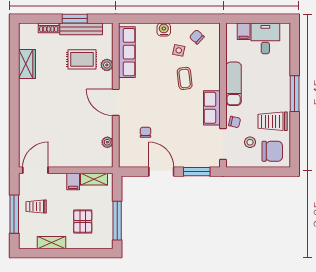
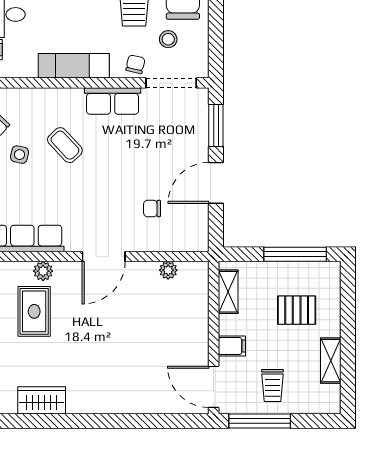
coffee table: (185, 78) -> (65, 145), turned 54
filing cabinet: (73, 182) -> (232, 346), moved
window: (14, 214) -> (260, 421), moved

